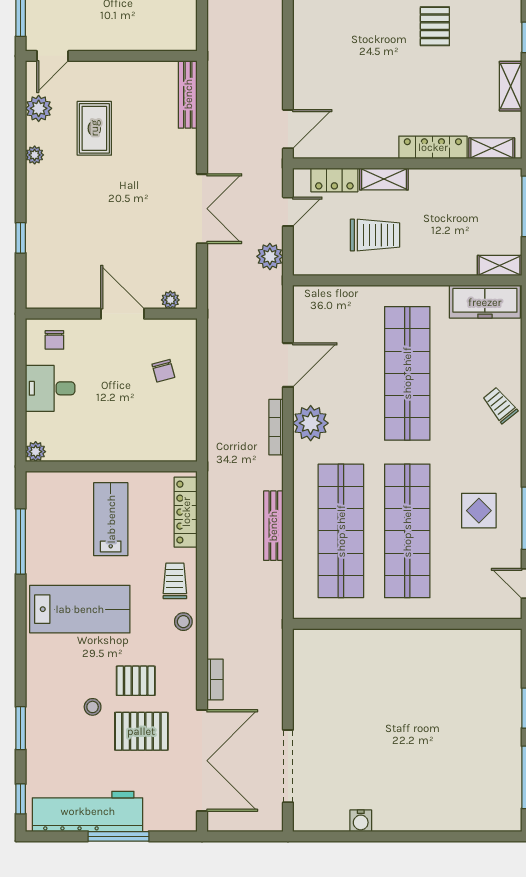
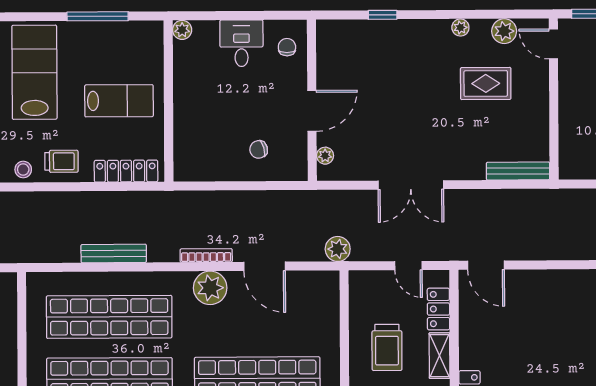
plant: (270, 256) -> (338, 249), moved
chair: (54, 340) -> (287, 47), turned 90
lab bench: (80, 609) -> (34, 72), turned 180

